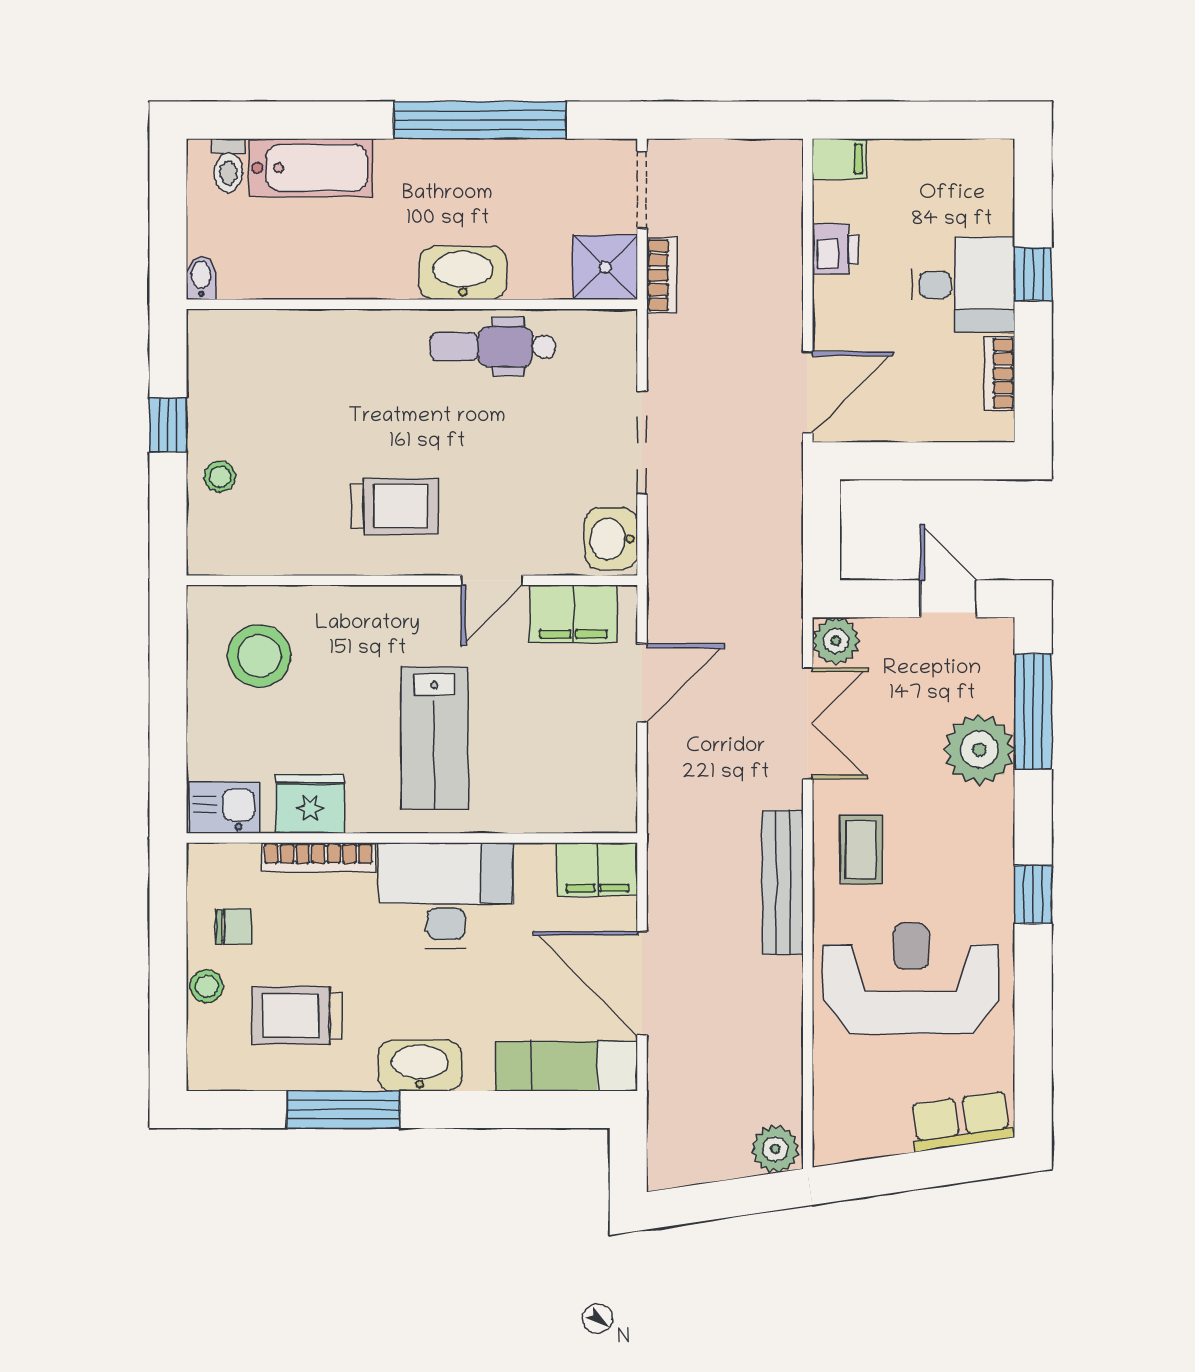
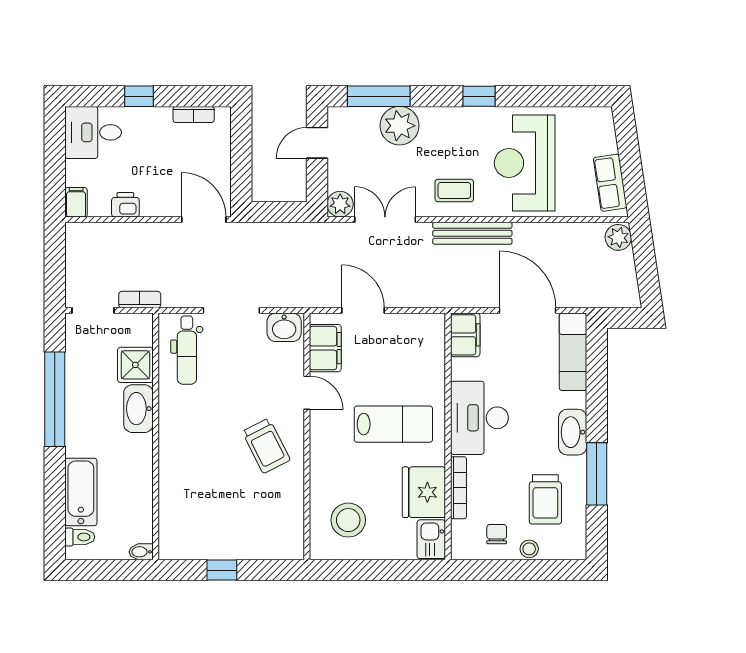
shower: (605, 267) -> (135, 365), moved
desk: (963, 285) -> (93, 132), moved, turned -90
dental chair: (493, 347) -> (187, 350), moved
stool: (220, 477) -> (250, 542), removed
trolley: (395, 506) -> (266, 446), turned 153
fridge: (310, 804) -> (424, 492), width x1.36, depth x1.34
door: (642, 983) -> (528, 310), swing flipped
row of seats: (961, 1121) -> (610, 183), moved

